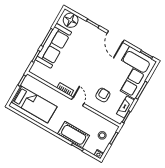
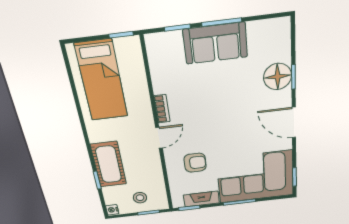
floor lamp: (71, 20) -> (278, 77), moved
door: (116, 37) -> (294, 122), hinge flipped
sofa: (53, 46) -> (215, 43), width x0.73

